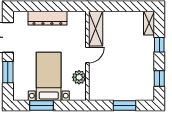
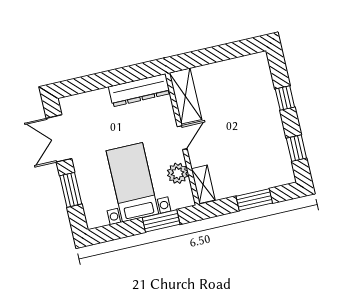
dresser: (47, 18) -> (139, 90), moved
shelving: (149, 23) -> (203, 184), moved
window: (42, 105) -> (161, 221), moved

